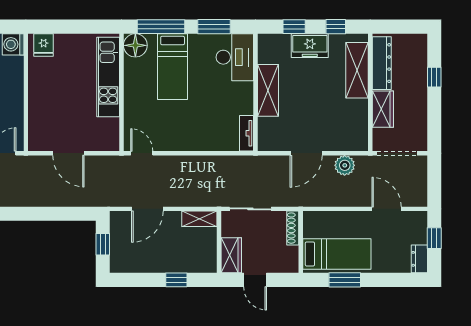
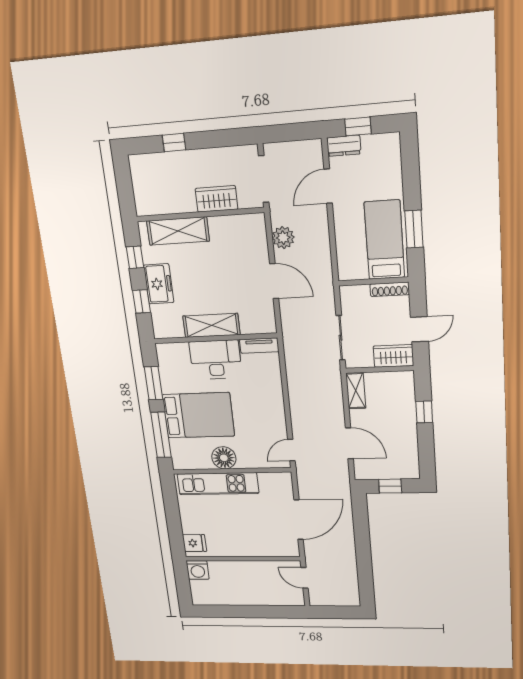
floor lamp: (135, 45) -> (224, 458), moved
desk: (235, 57) -> (216, 360), moved
dresser: (382, 63) -> (166, 204), removed
bed: (173, 67) -> (198, 415), width x1.50
door: (68, 153) -> (299, 520), width x1.36
shoe rack: (293, 228) -> (390, 289), moved
dresser: (419, 259) -> (344, 146), moved

